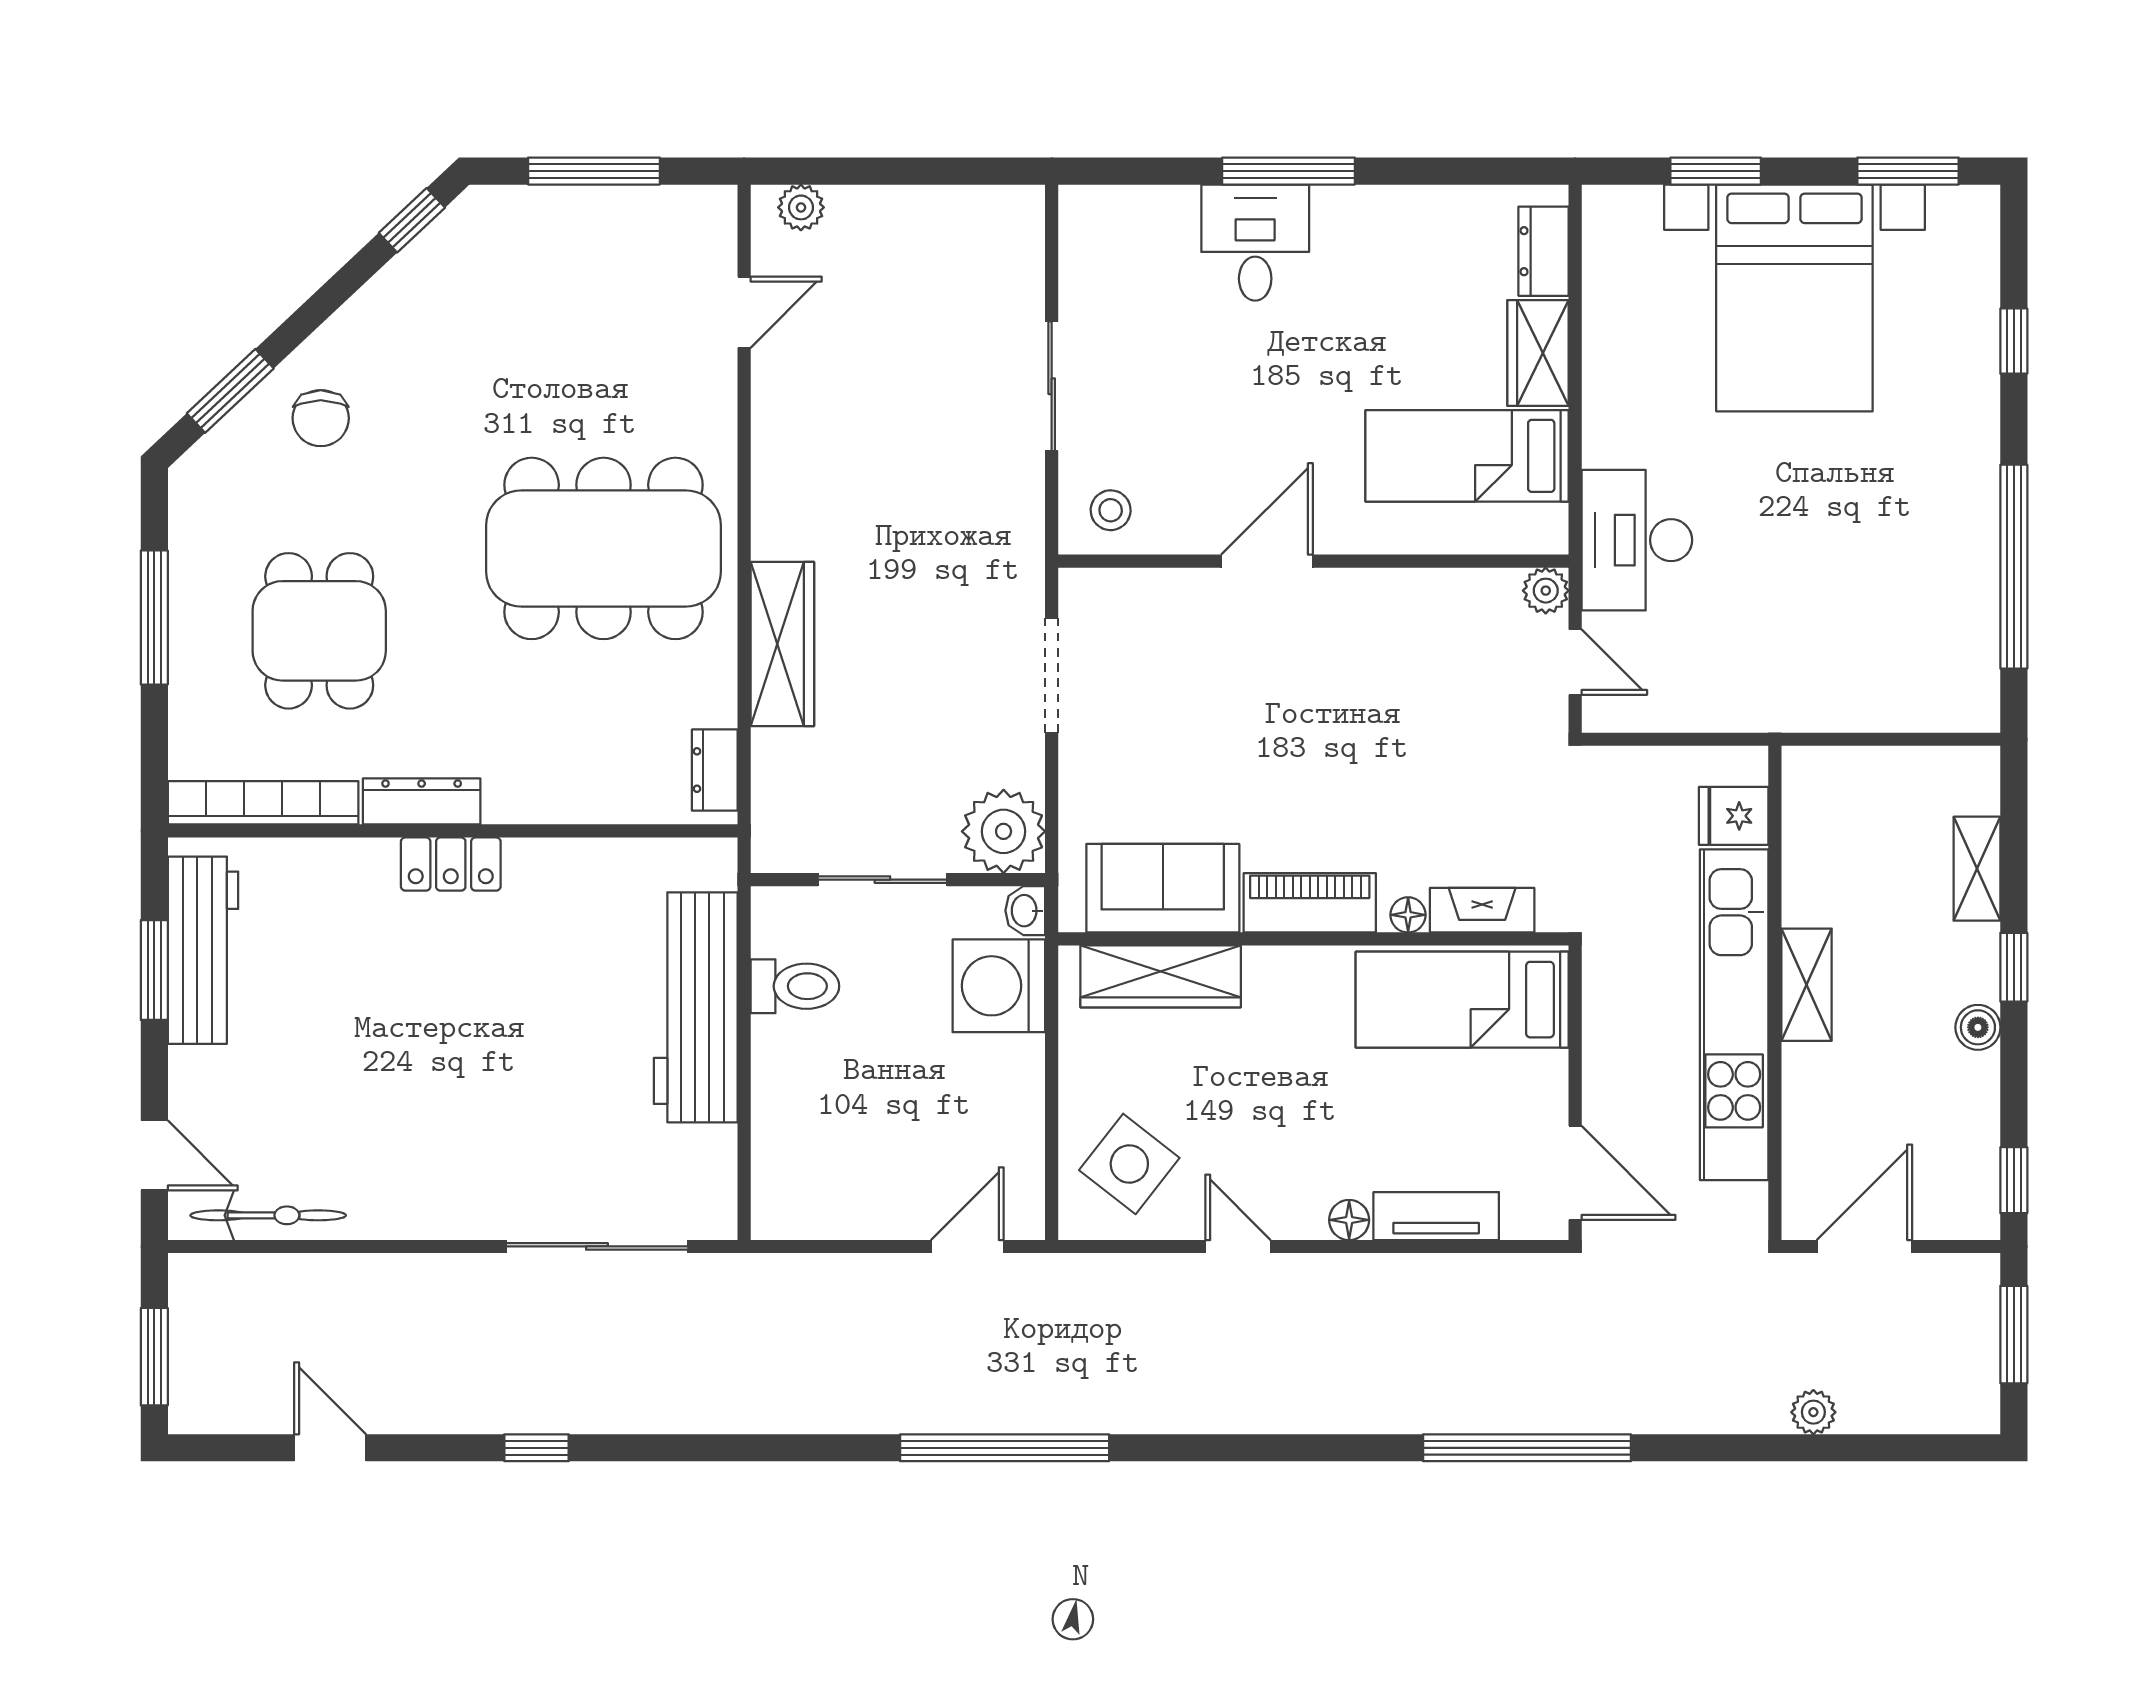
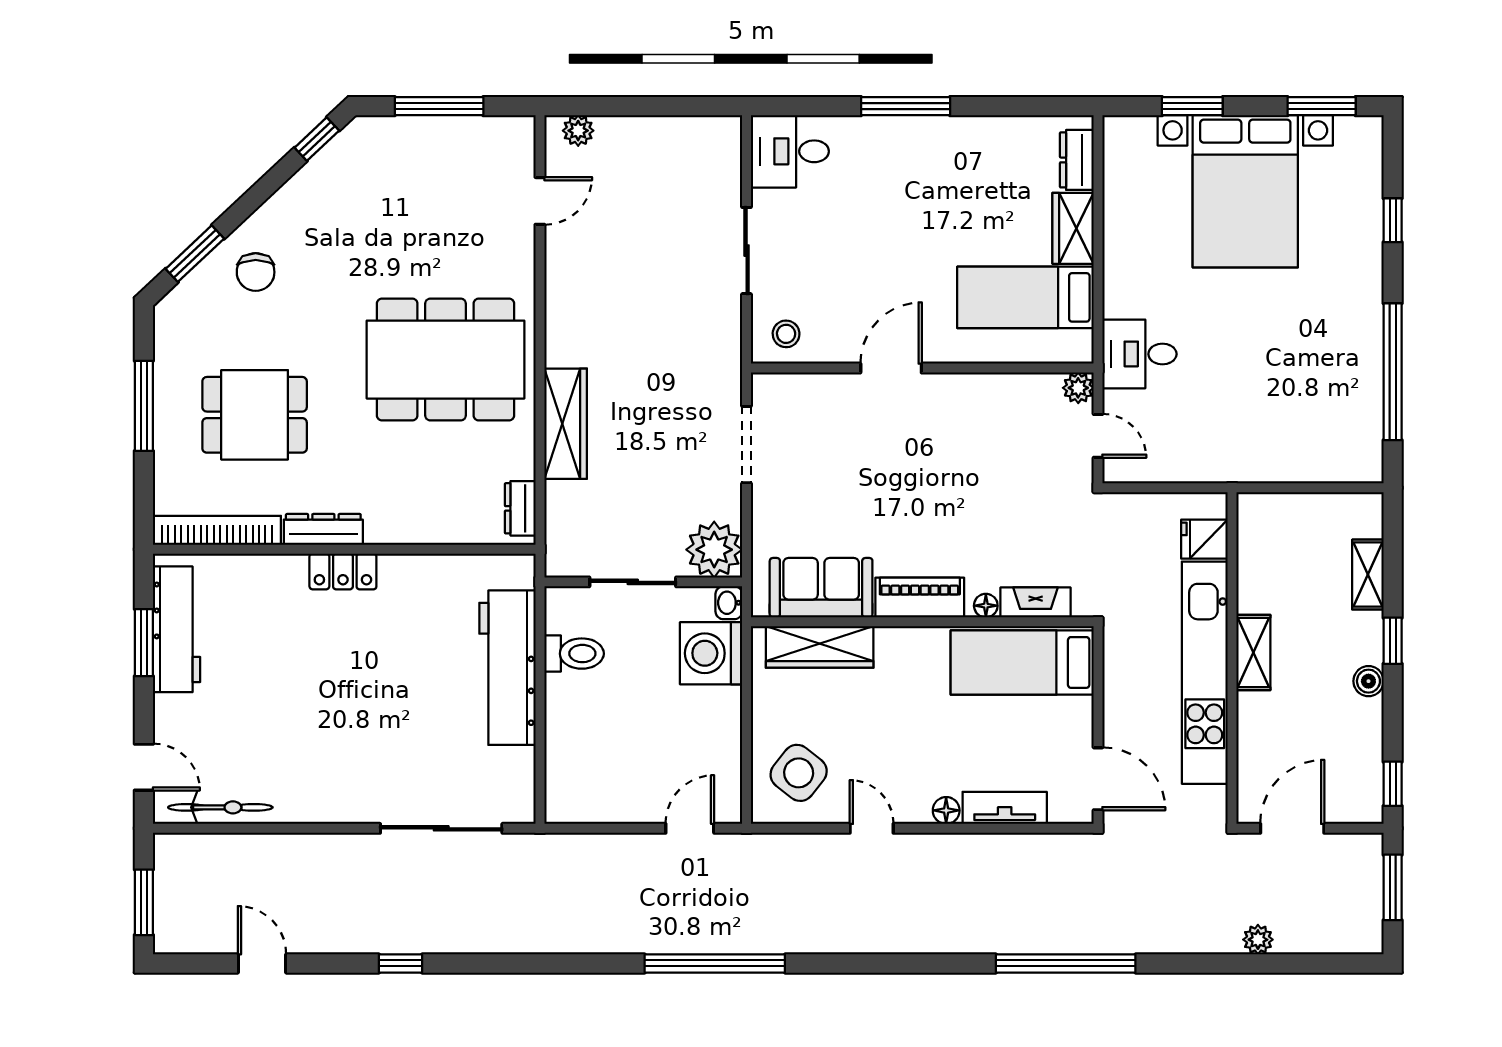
desk: (1255, 243) -> (790, 151), moved, turned -90
desk: (1637, 540) -> (1139, 354), width x0.73
dining table: (319, 631) -> (255, 415), turned 90

